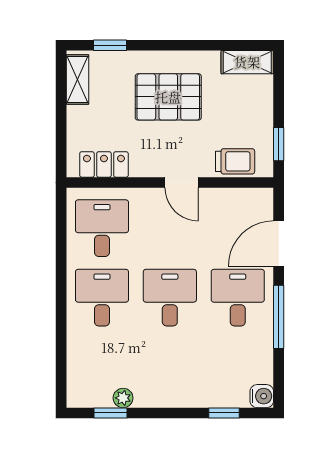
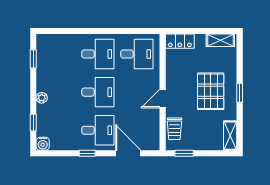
window: (110, 45) -> (240, 93), moved
locker: (104, 164) -> (180, 41), moved, turned 90
window: (279, 317) -> (87, 153), width x0.46
plant: (123, 398) -> (42, 98), moved

